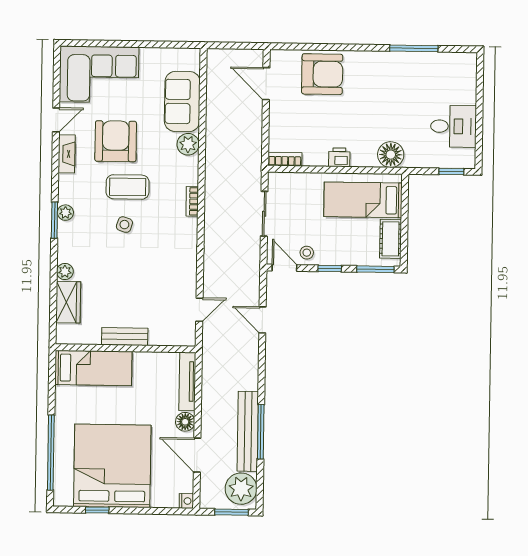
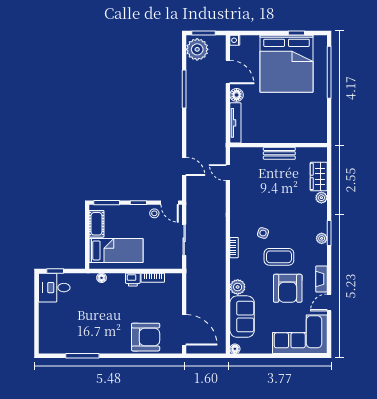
floor lamp: (193, 55) -> (235, 349), added
armchair: (322, 74) -> (146, 337), turned 180
door: (266, 84) -> (184, 330), width x1.36
desk: (453, 126) -> (54, 288), moved
floor lamp: (391, 155) -> (102, 278), width x0.53, depth x0.53
bookcase: (285, 159) -> (153, 278), moved
side table: (124, 225) -> (263, 233), moved
door: (199, 310) -> (228, 173), hinge flipped
bed: (93, 368) -> (301, 131), removed
bench: (248, 431) -> (193, 89), removed

